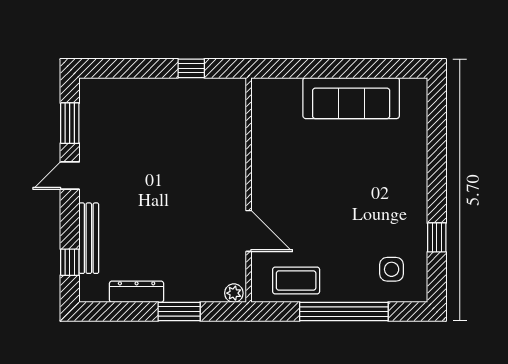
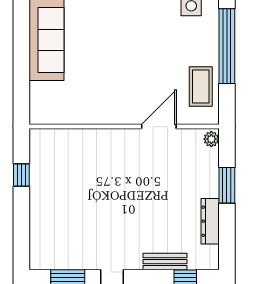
bench: (89, 238) -> (165, 262), width x0.73

